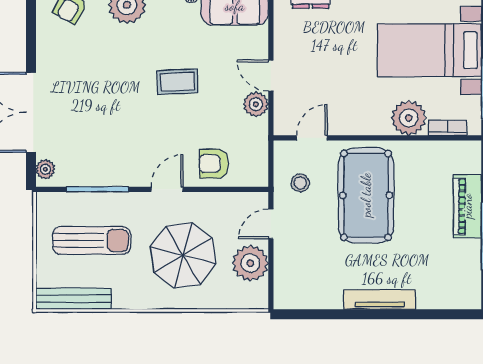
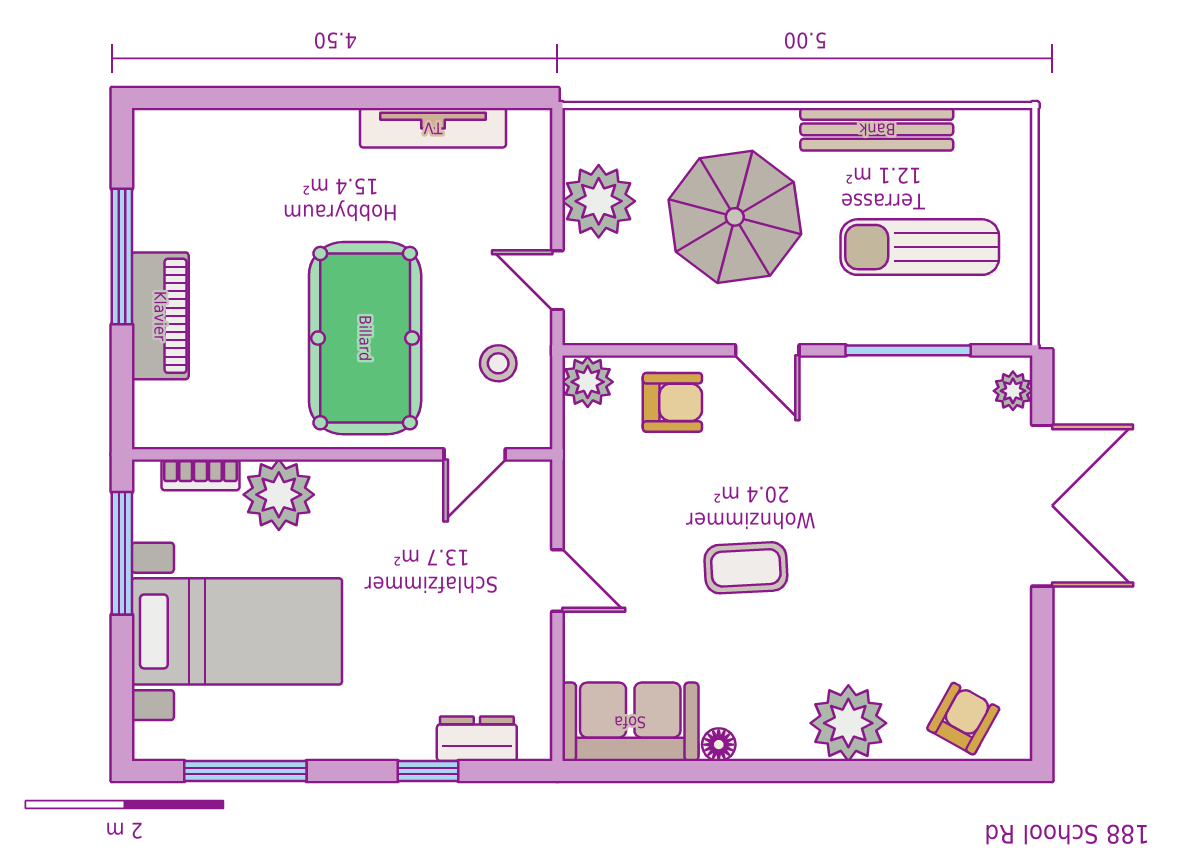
plant: (256, 104) -> (588, 382), moved
door: (167, 189) -> (767, 350), hinge flipped
door: (271, 224) -> (557, 280), swing flipped
bench: (74, 299) -> (877, 129), moved
tv unit: (380, 299) -> (433, 128), moved

